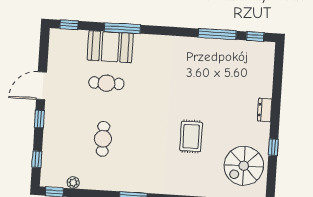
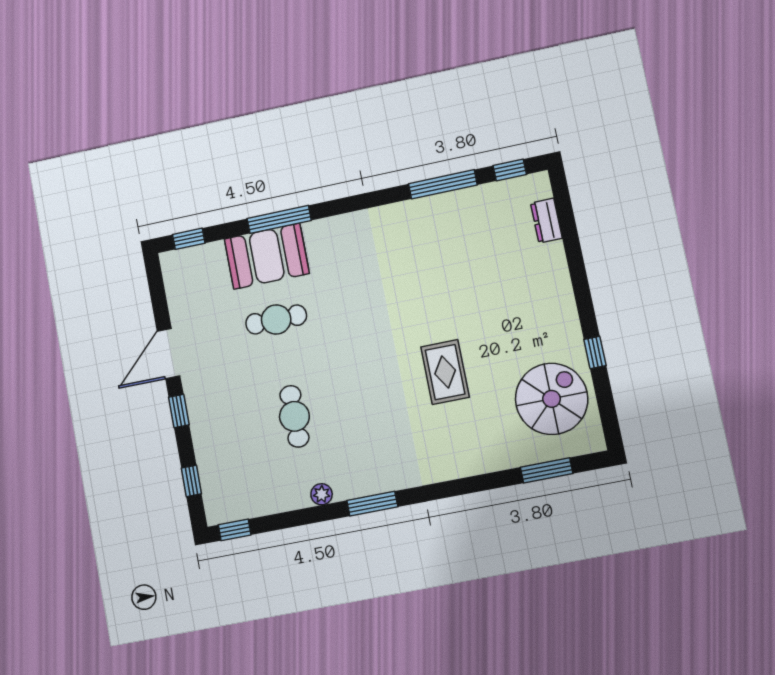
dresser: (265, 110) -> (546, 221), moved
spiral stairs: (244, 166) -> (552, 399), turned 180
plant: (73, 183) -> (322, 494), moved

